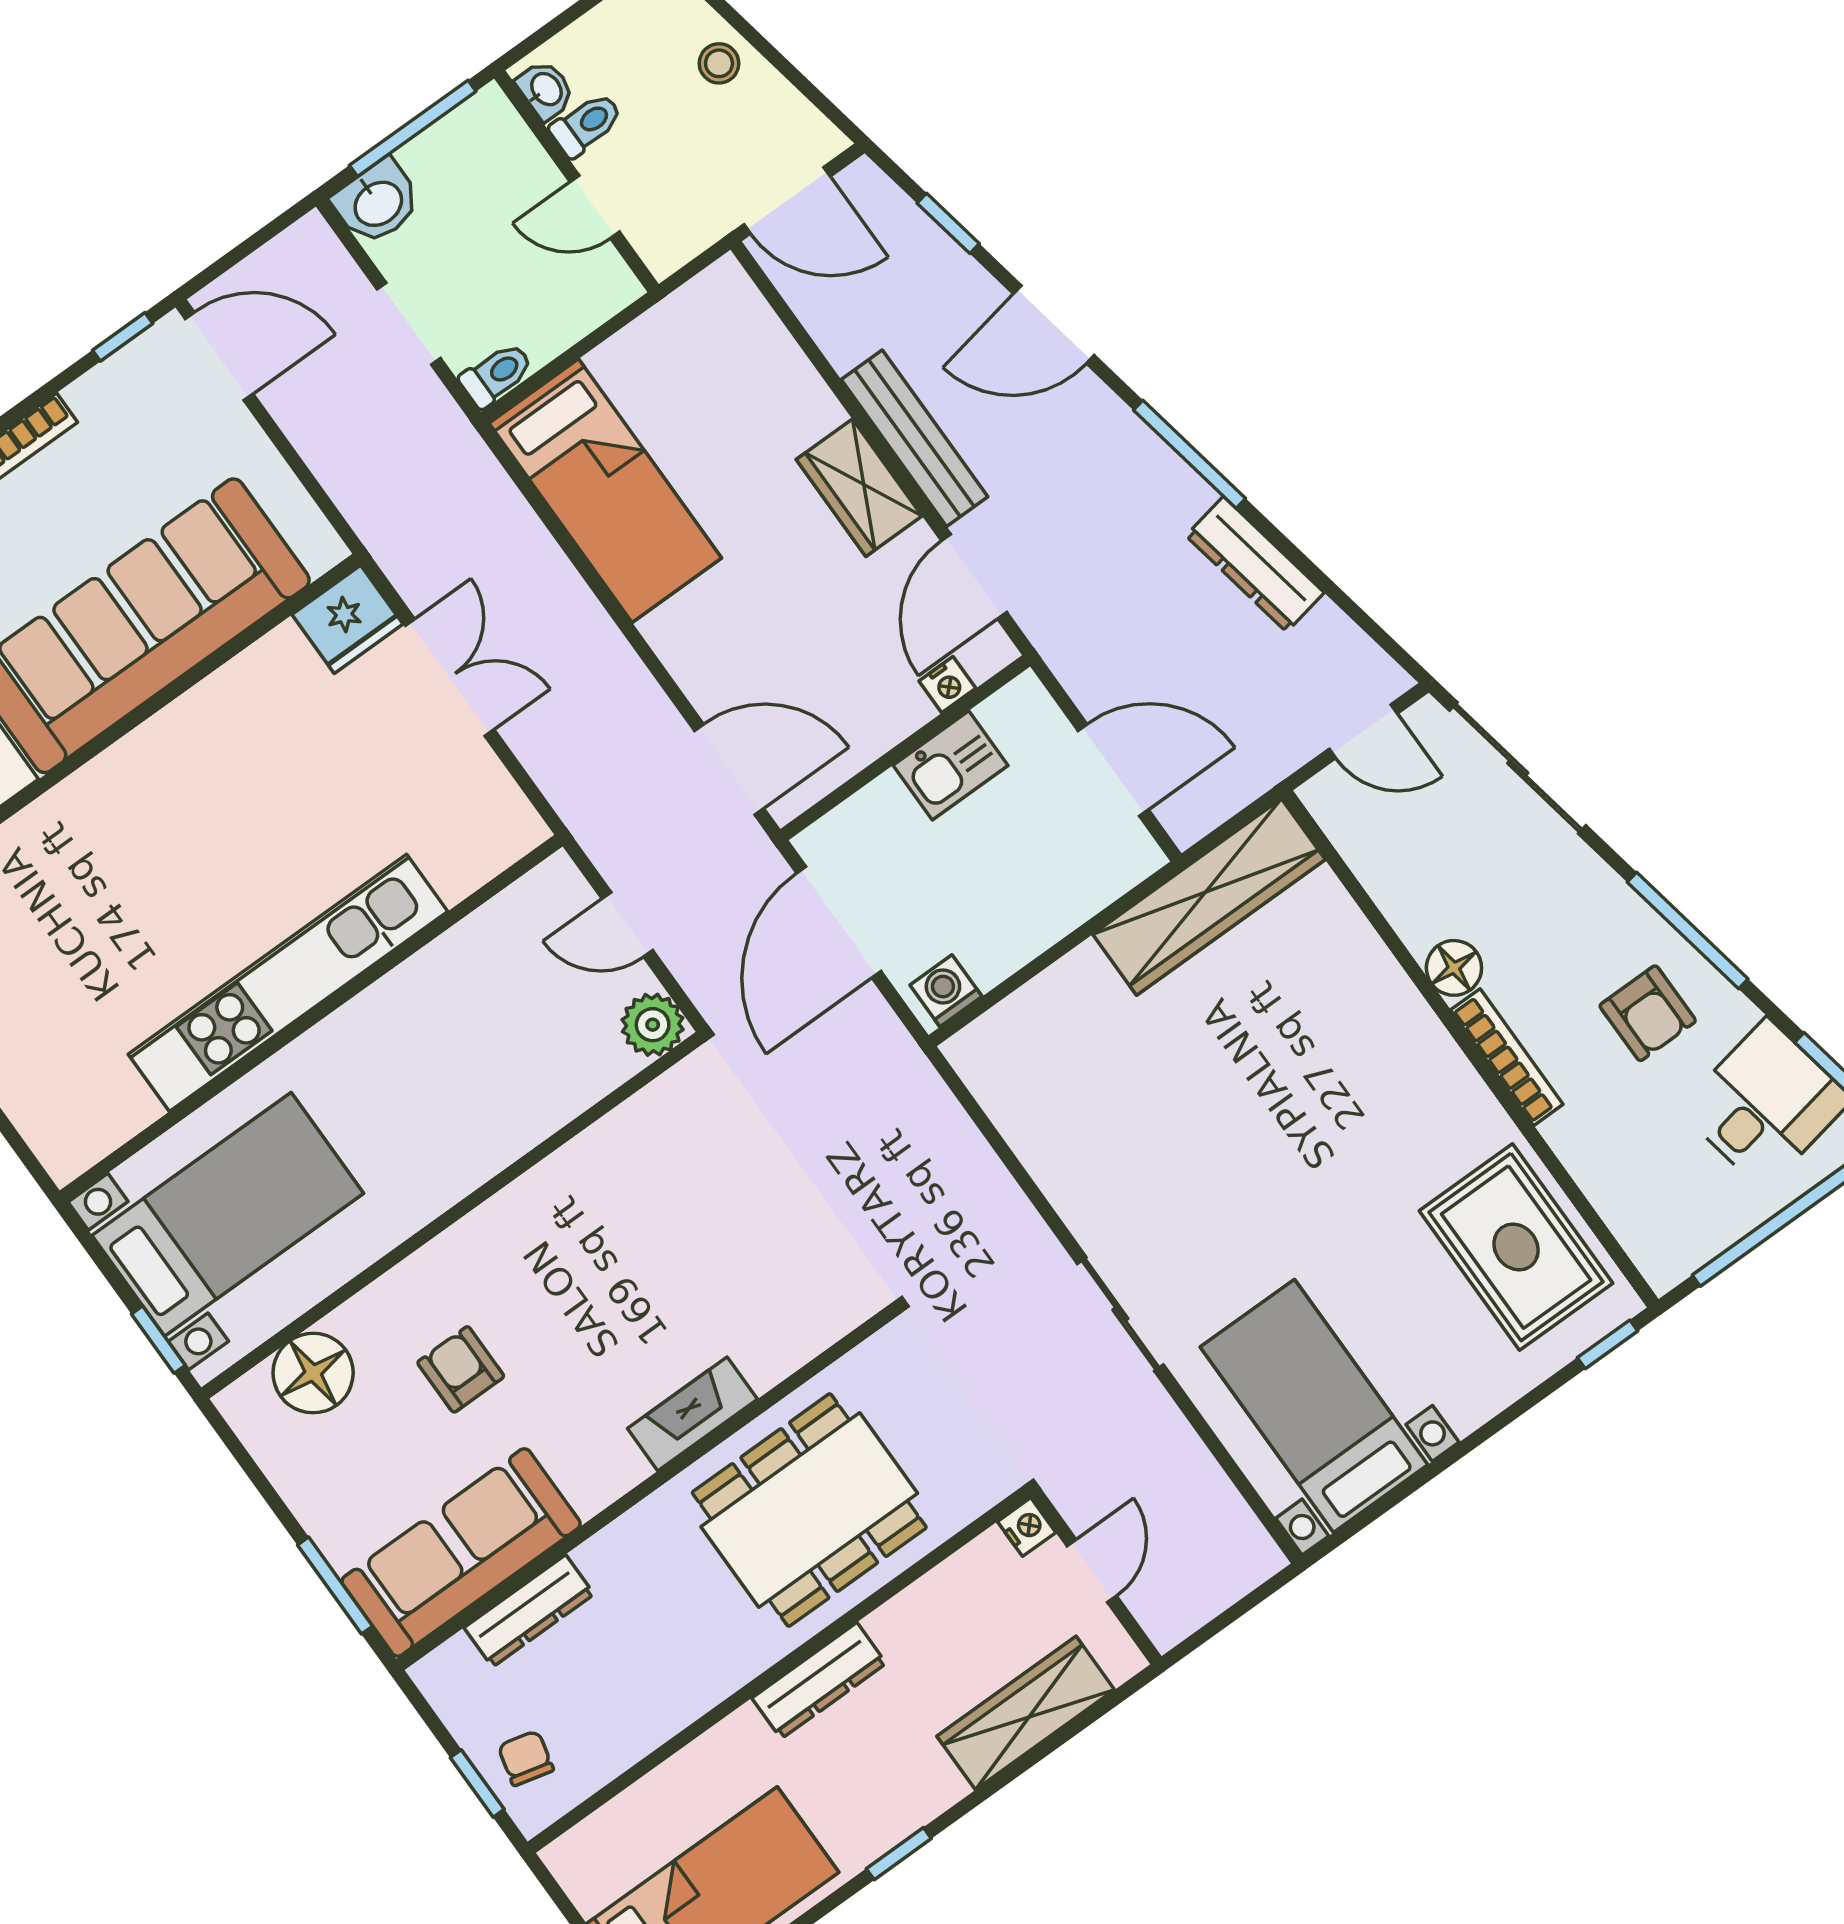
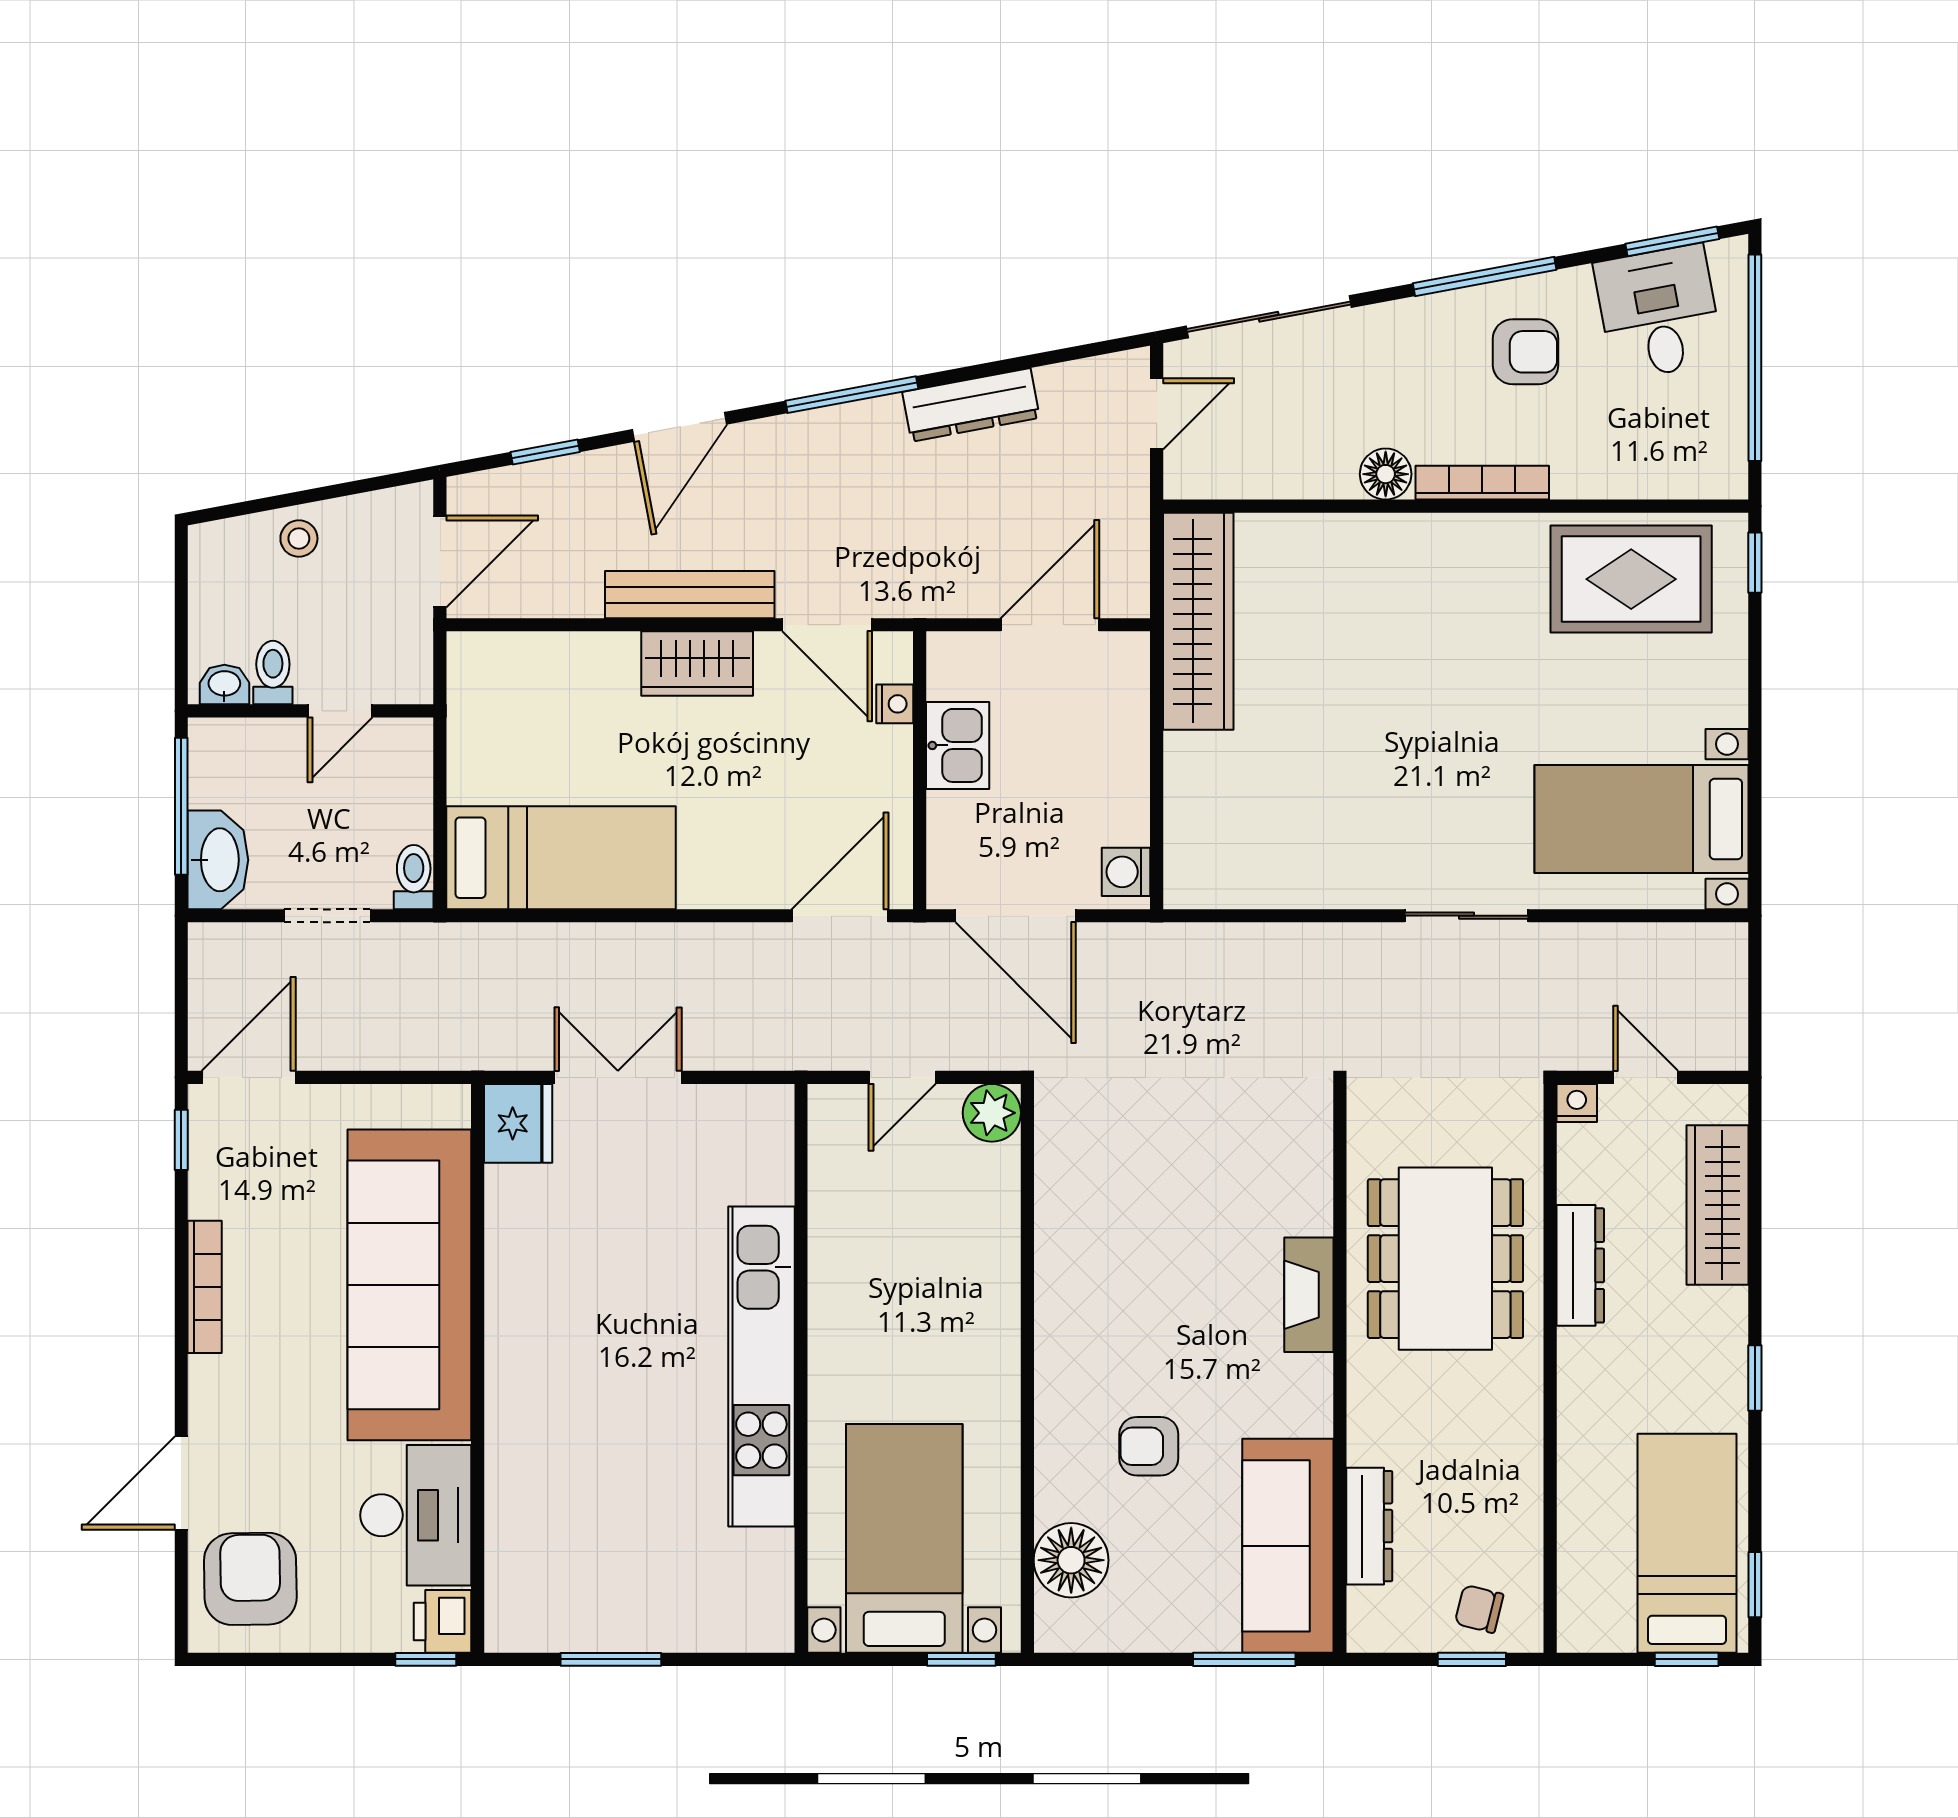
washbasin: (377, 202) -> (218, 860), width x1.38
dresser: (819, 1681) -> (1580, 1265), moved

